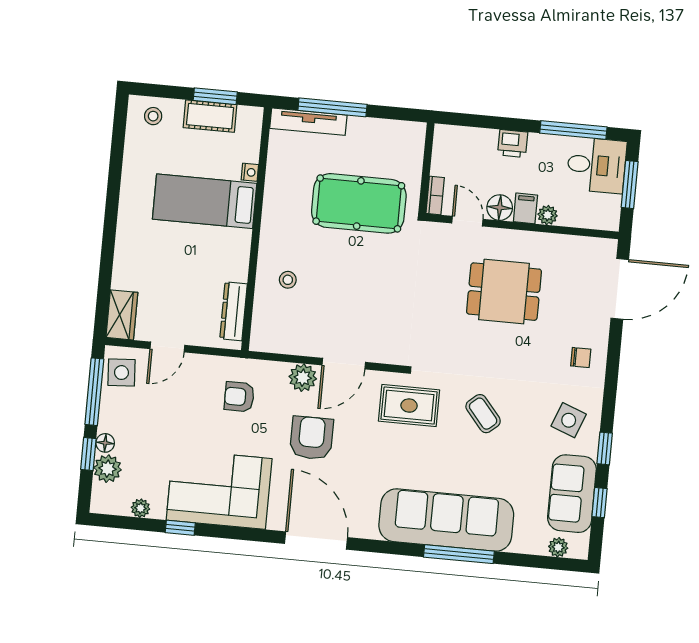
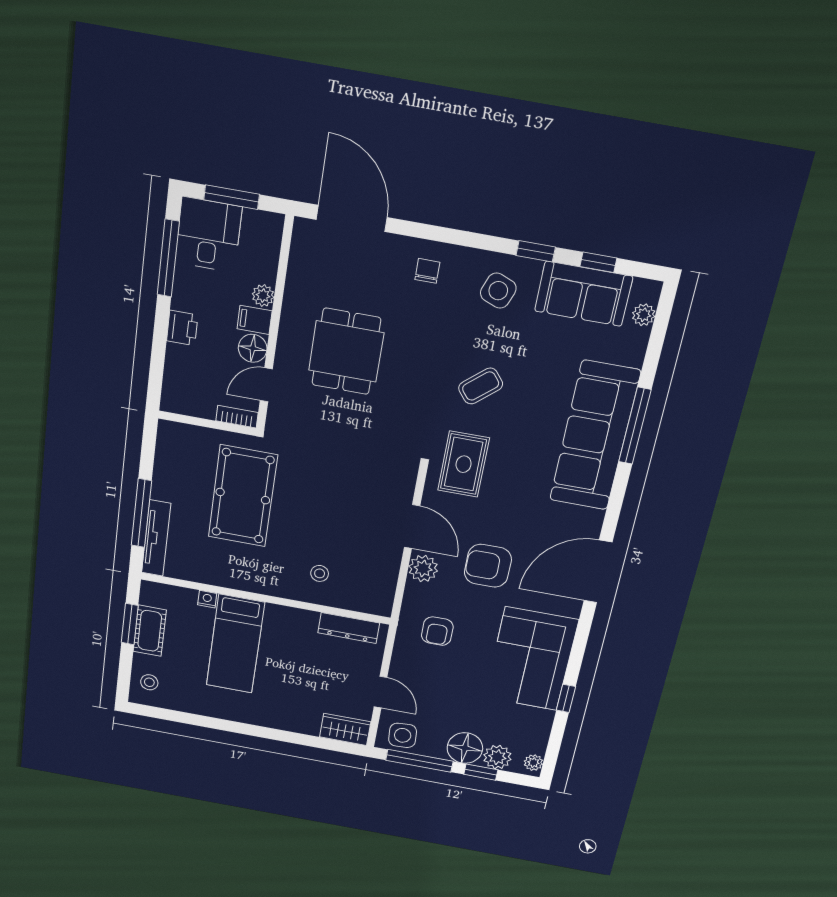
floor lamp: (105, 443) -> (465, 748), width x1.89, depth x1.89
plant: (140, 508) -> (533, 763), moved

